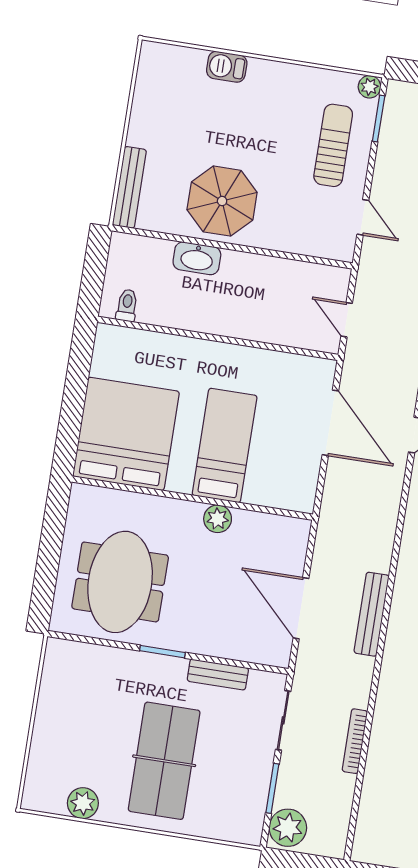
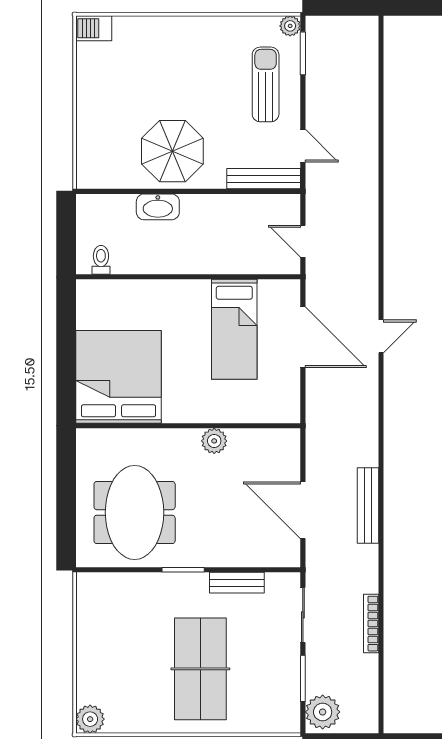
barbecue: (227, 67) -> (94, 28), moved
bench: (129, 187) -> (264, 179), moved, turned 90
bed: (225, 445) -> (234, 329), moved, turned 180
plant: (83, 803) -> (90, 719), moved

